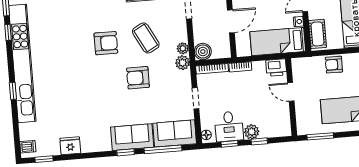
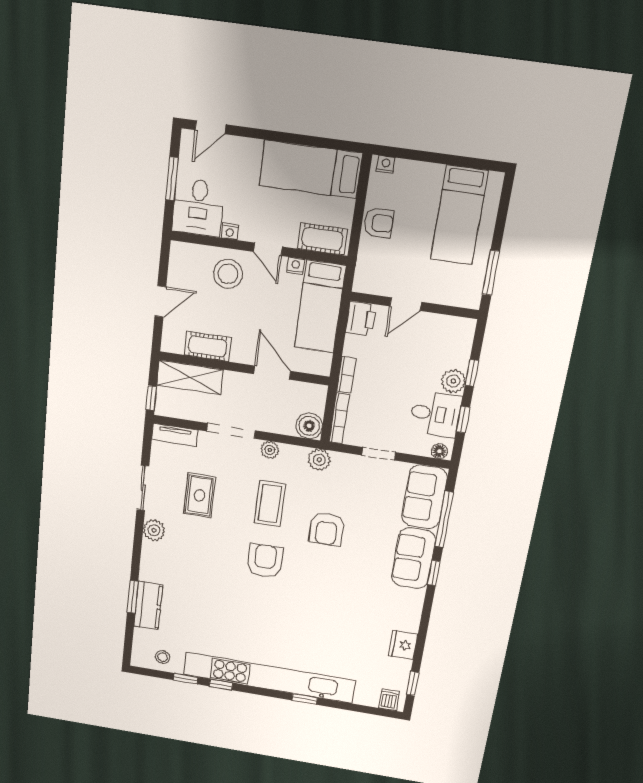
coffee table: (146, 38) -> (270, 504), turned -62
plant: (183, 48) -> (270, 450), moved
armchair: (334, 65) -> (379, 223), turned -90

